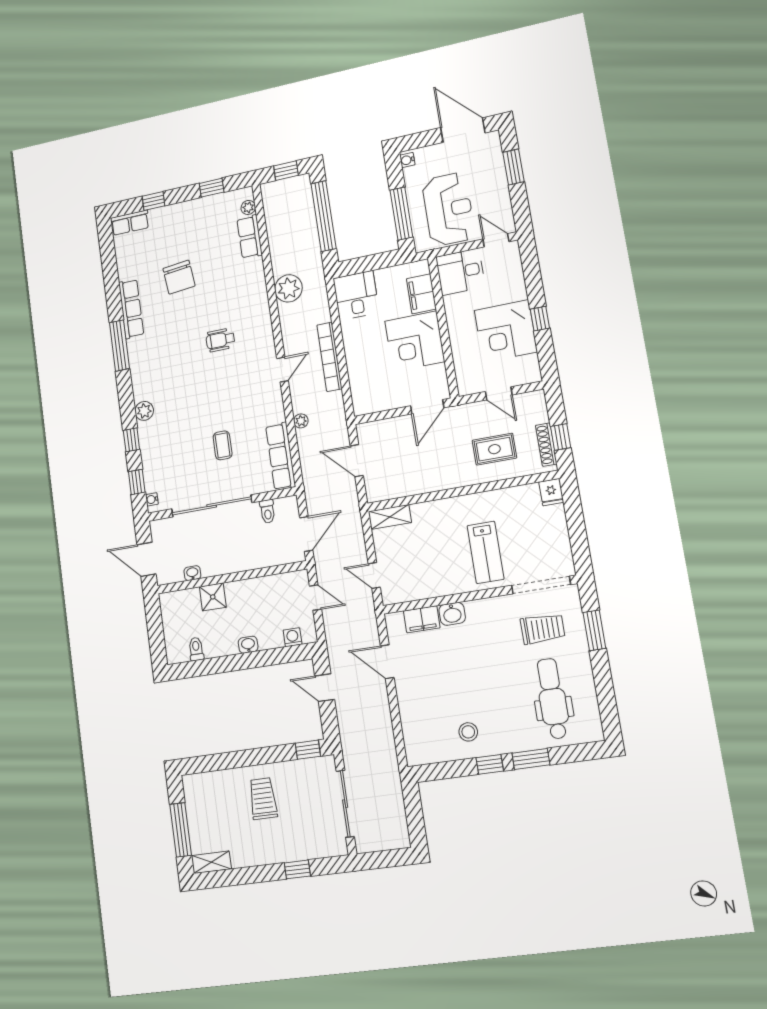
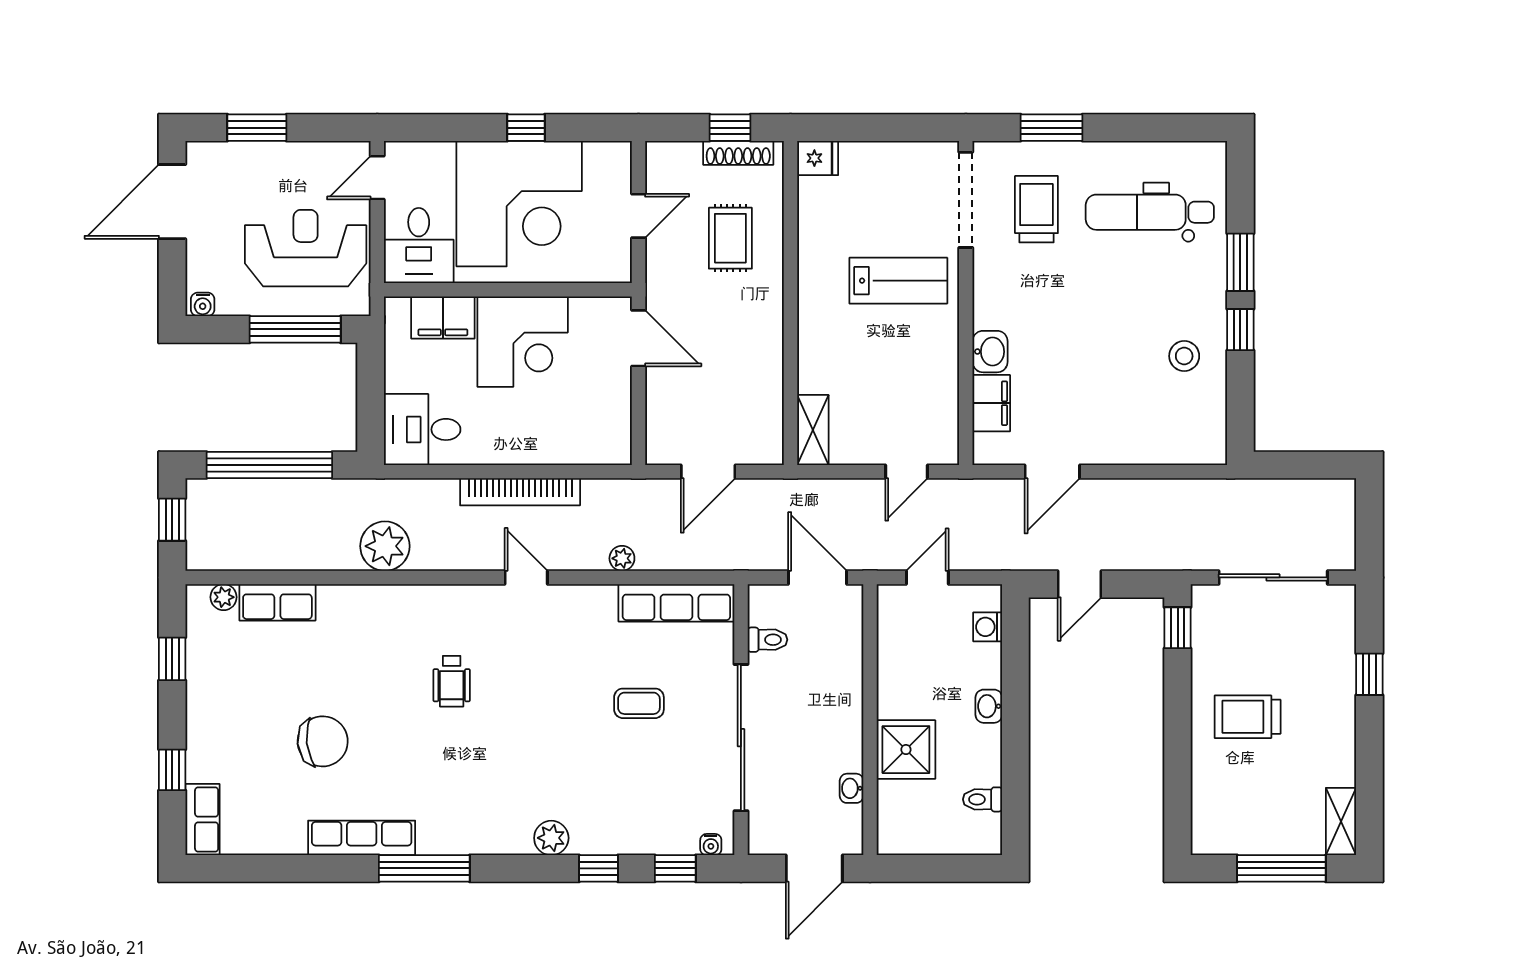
corner desk: (506, 331) -> (519, 204), width x1.36, depth x1.36
shower: (213, 597) -> (906, 750), width x1.36, depth x1.36

